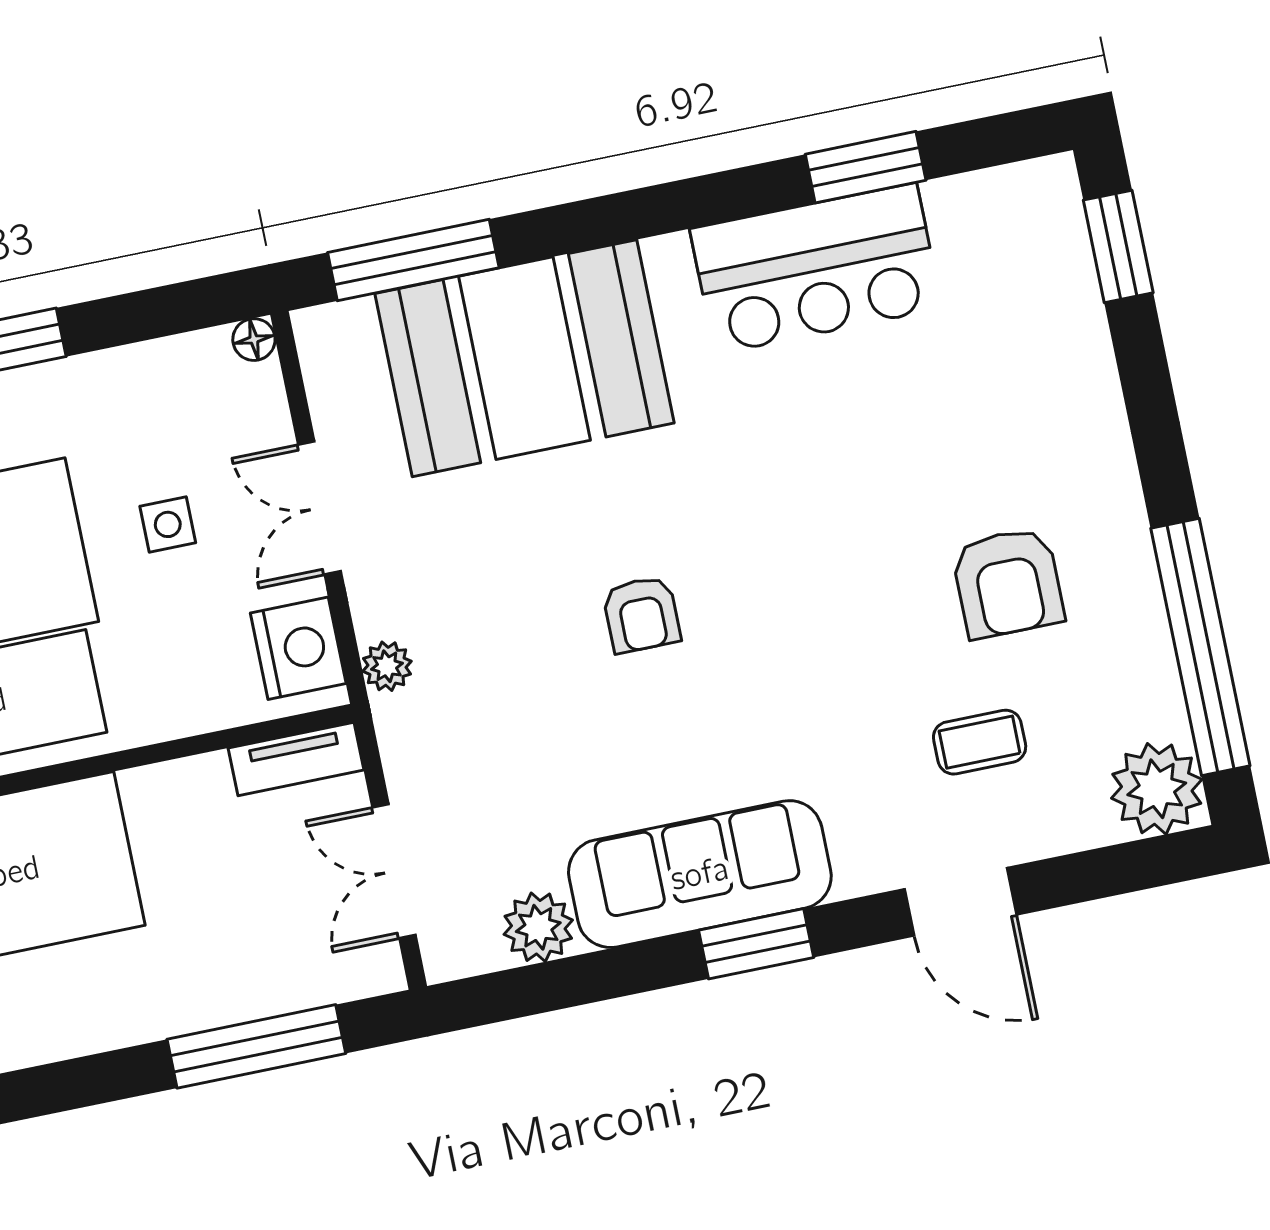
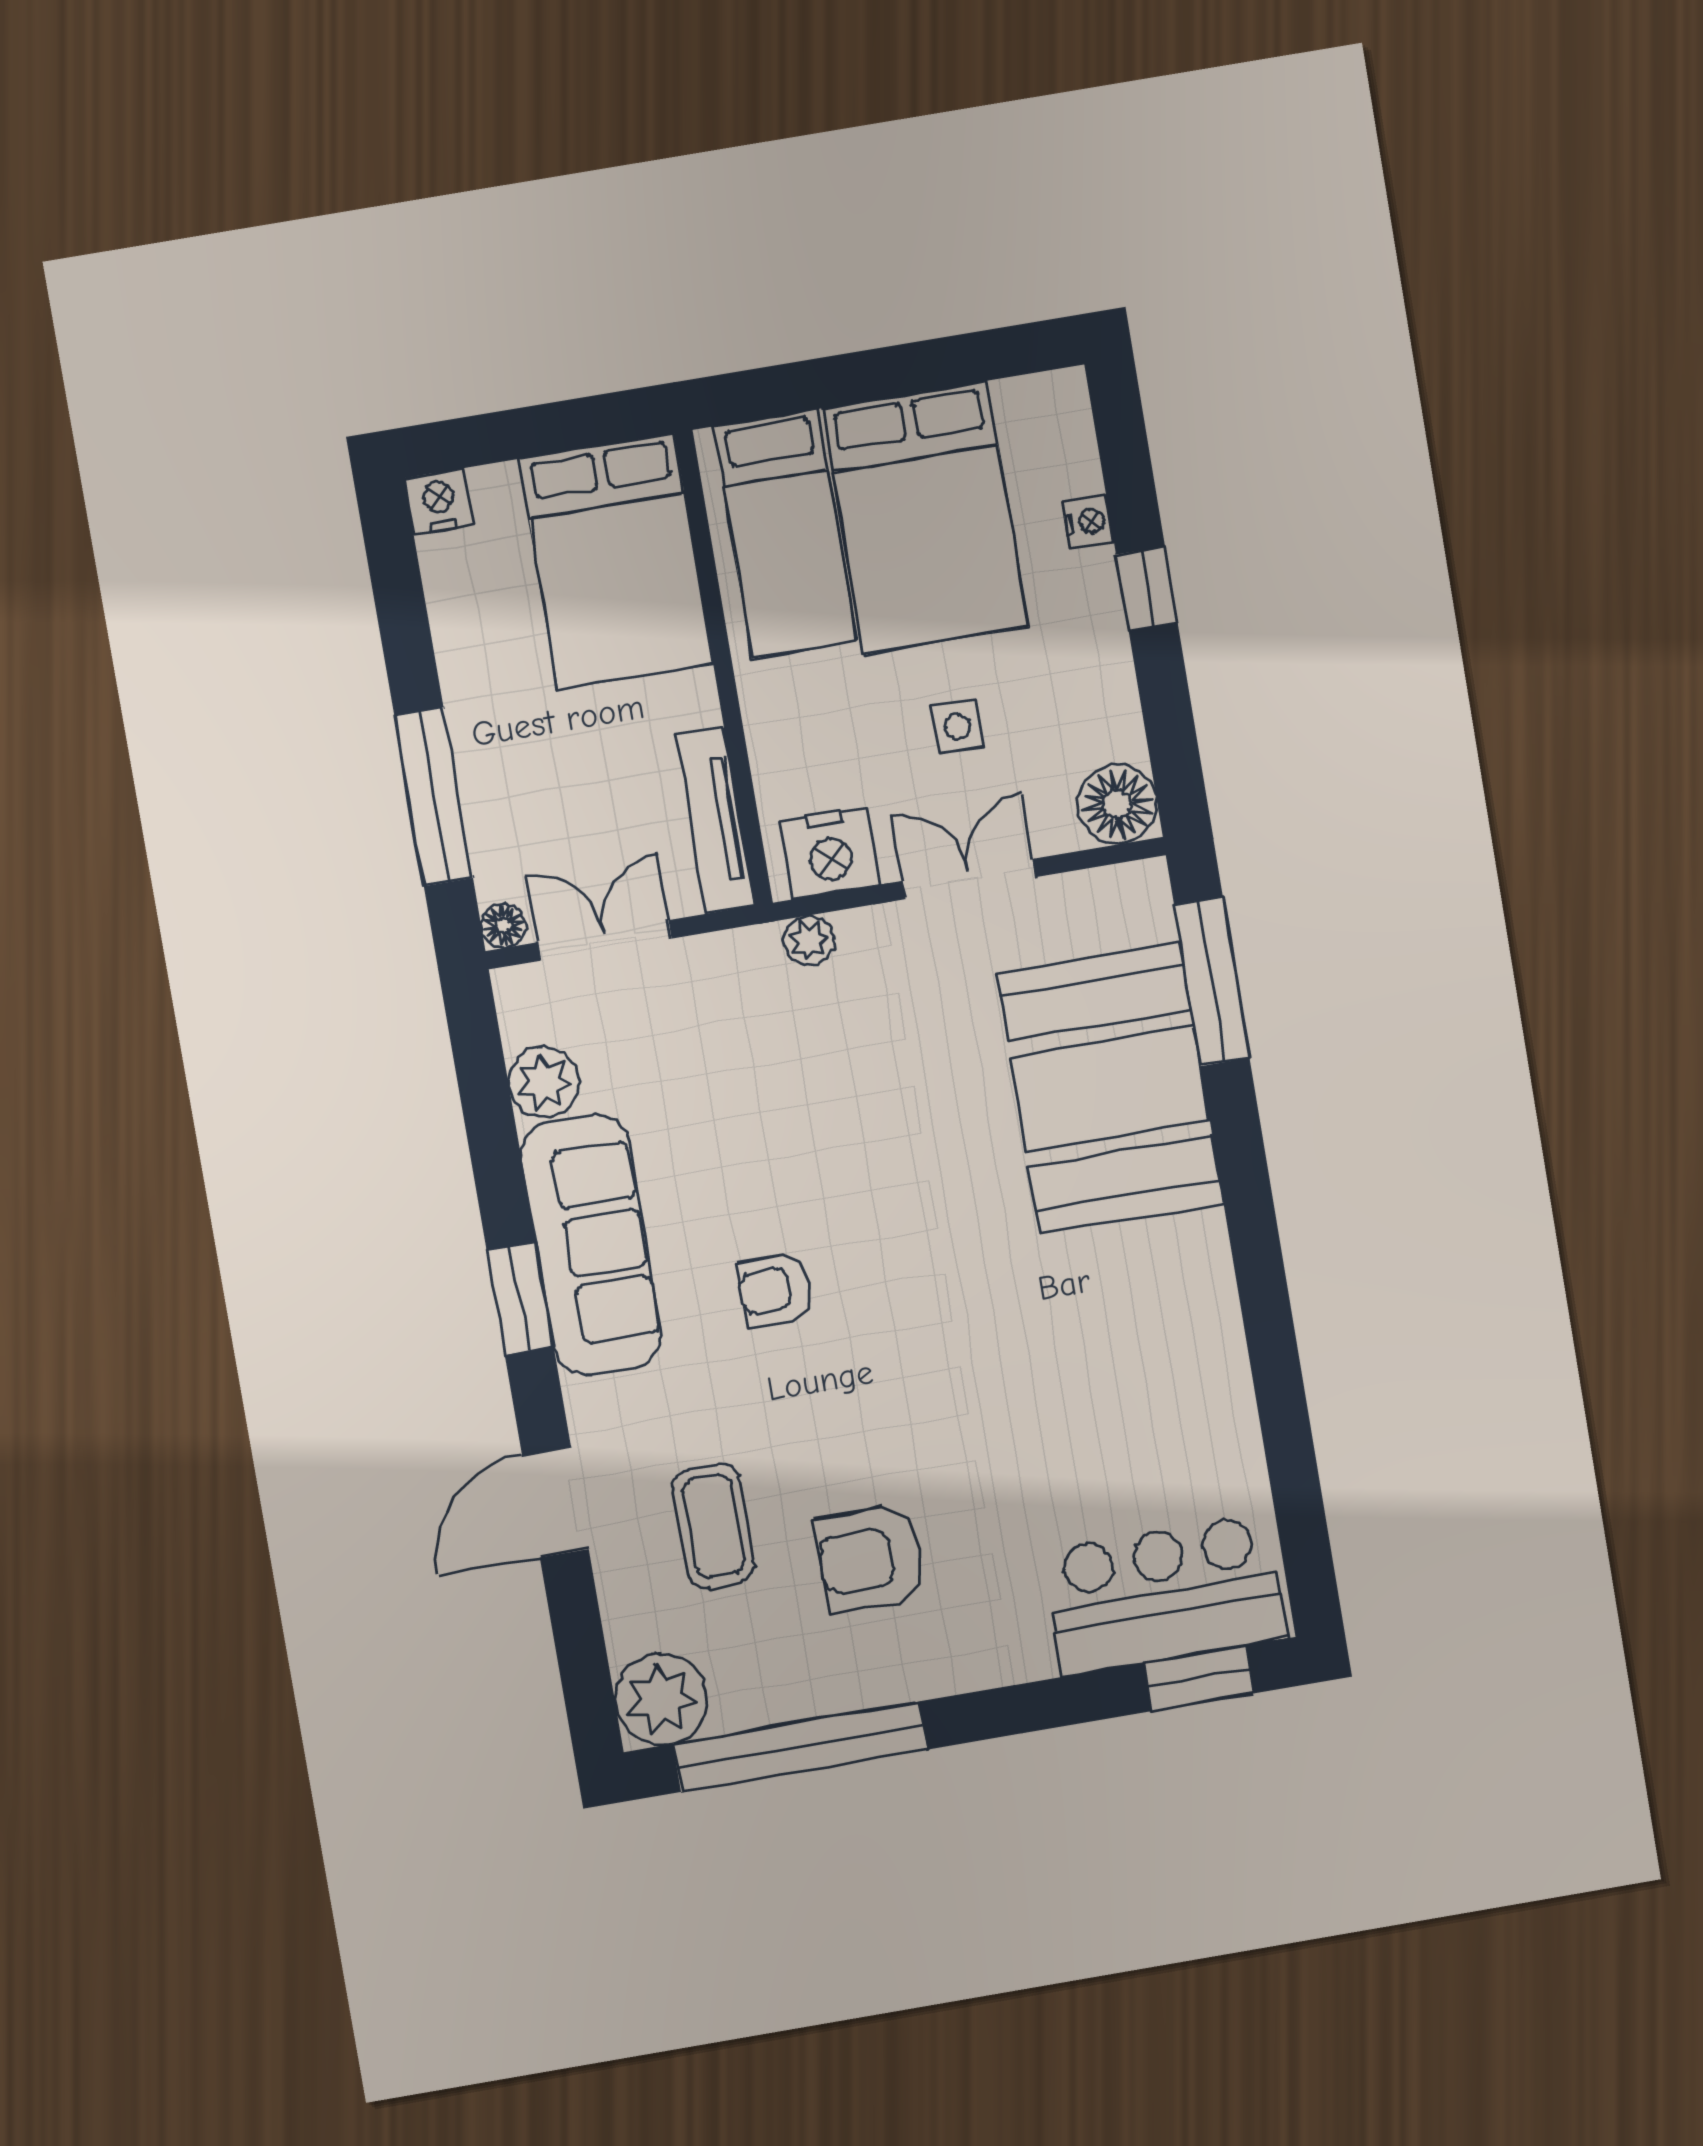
window: (866, 167) -> (1286, 1432), removed
bar counter: (816, 268) -> (1165, 1595), moved, turned 90
floor lamp: (254, 340) -> (1118, 804), width x1.89, depth x1.89
armchair: (642, 614) -> (775, 1289), moved
coffee table: (980, 742) -> (713, 1526), width x1.36, depth x1.30
tv unit: (296, 759) -> (715, 821), width x1.41
floor lamp: (383, 972) -> (503, 926), added

